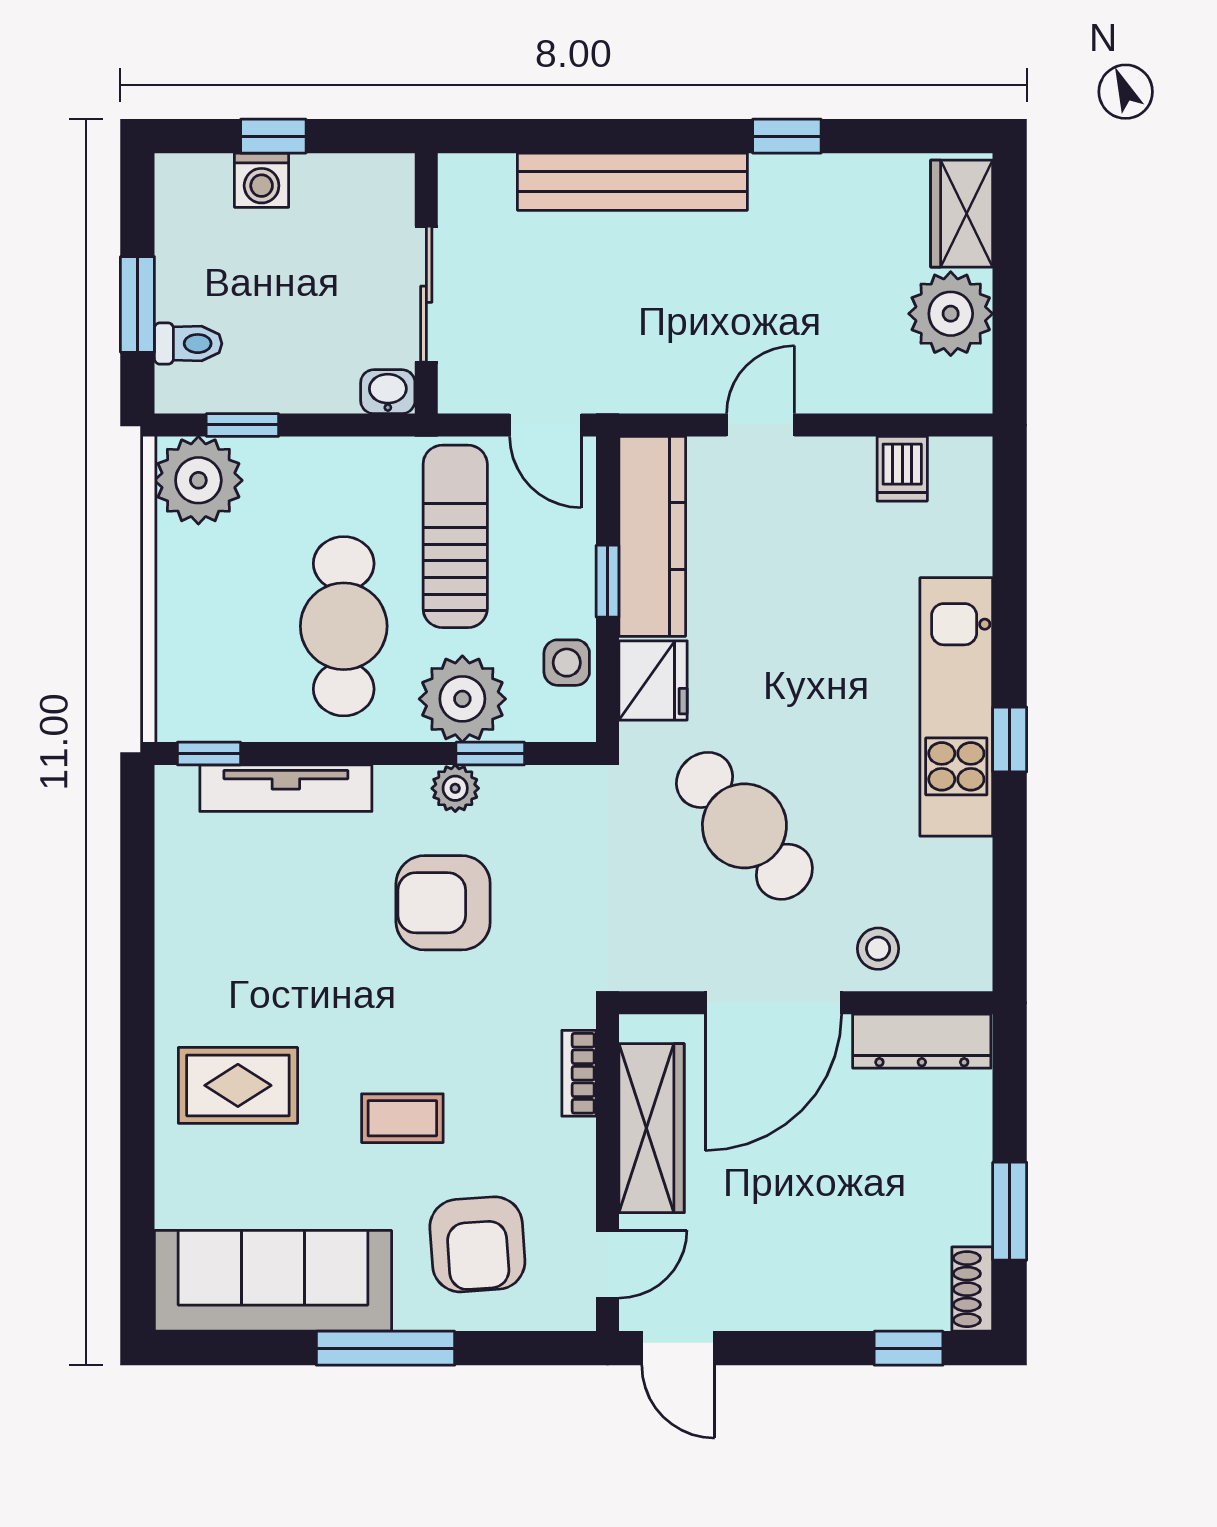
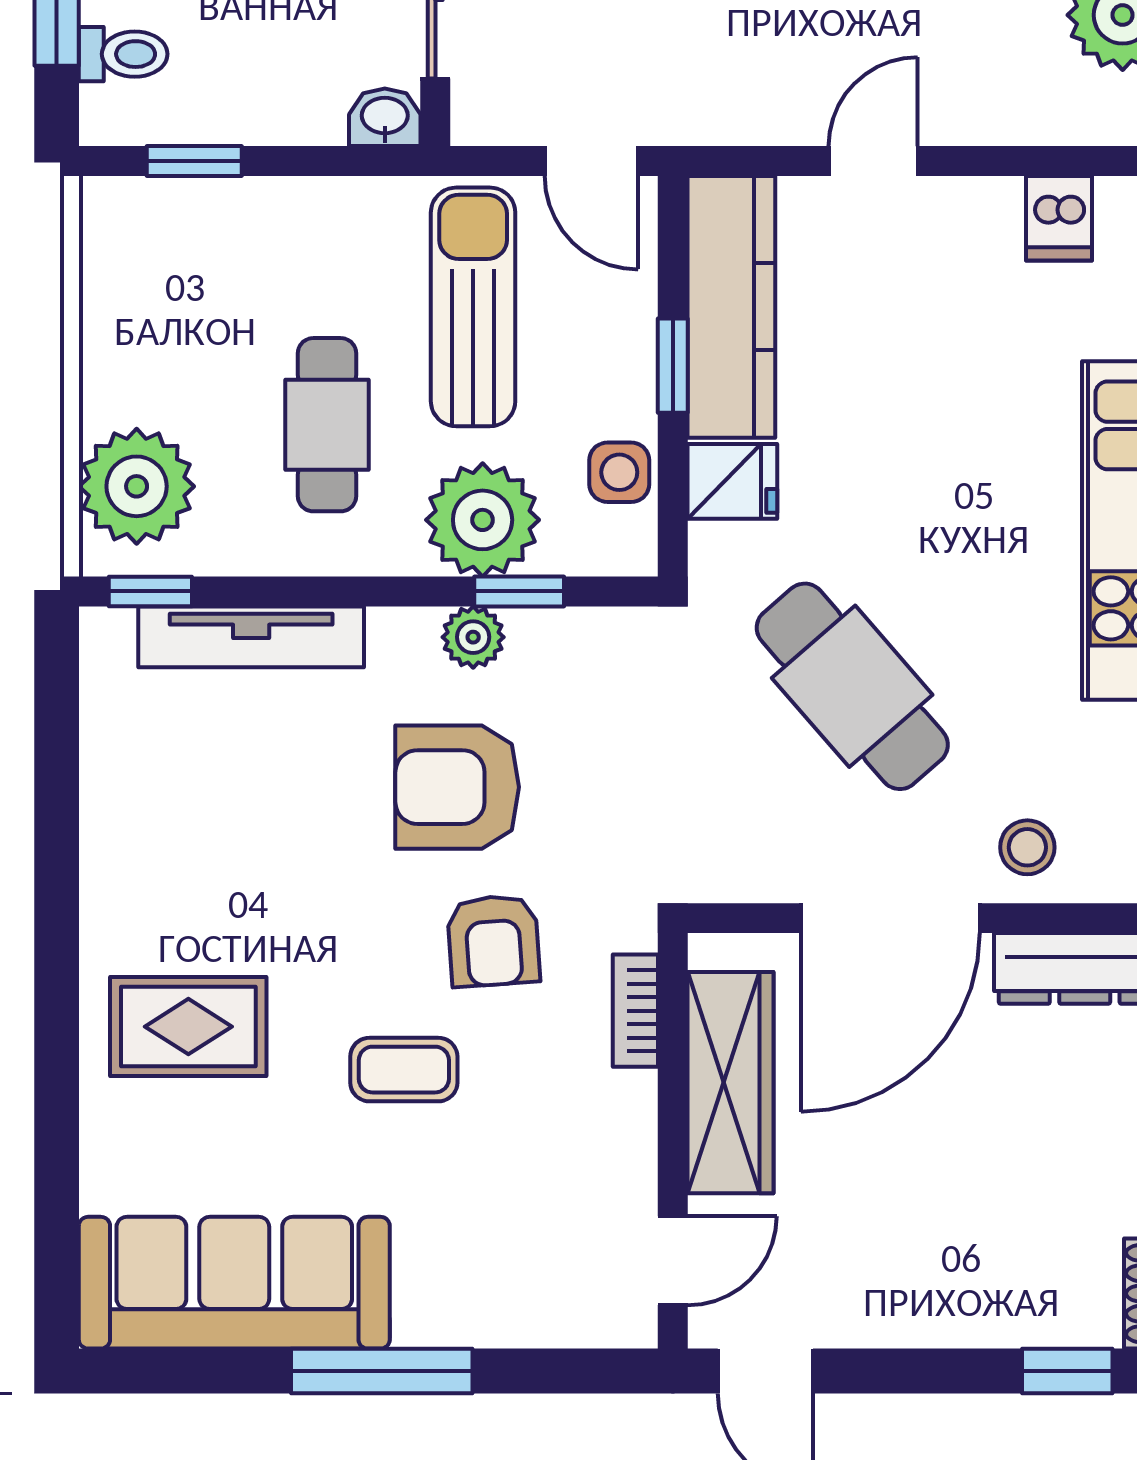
plant: (198, 480) -> (137, 486), moved
cafe table: (344, 626) -> (327, 425), width x0.73, depth x0.74
fridge: (653, 680) -> (732, 481), width x0.72
armchair: (477, 1244) -> (493, 941), moved, width x0.72, depth x0.72

